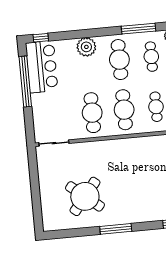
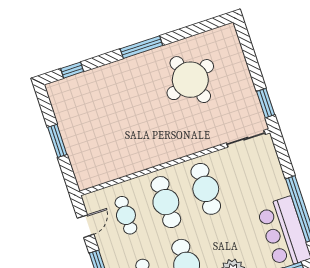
window: (33, 166) -> (266, 103), added
round table: (85, 196) -> (190, 80), turned 30

